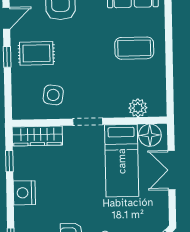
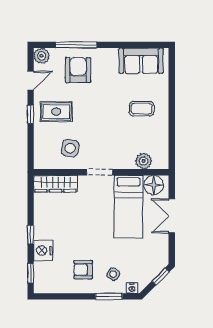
coffee table: (134, 48) -> (142, 109), width x0.73, depth x0.77
window: (9, 161) -> (31, 235), moved
nightstand: (24, 193) -> (43, 251), moved

